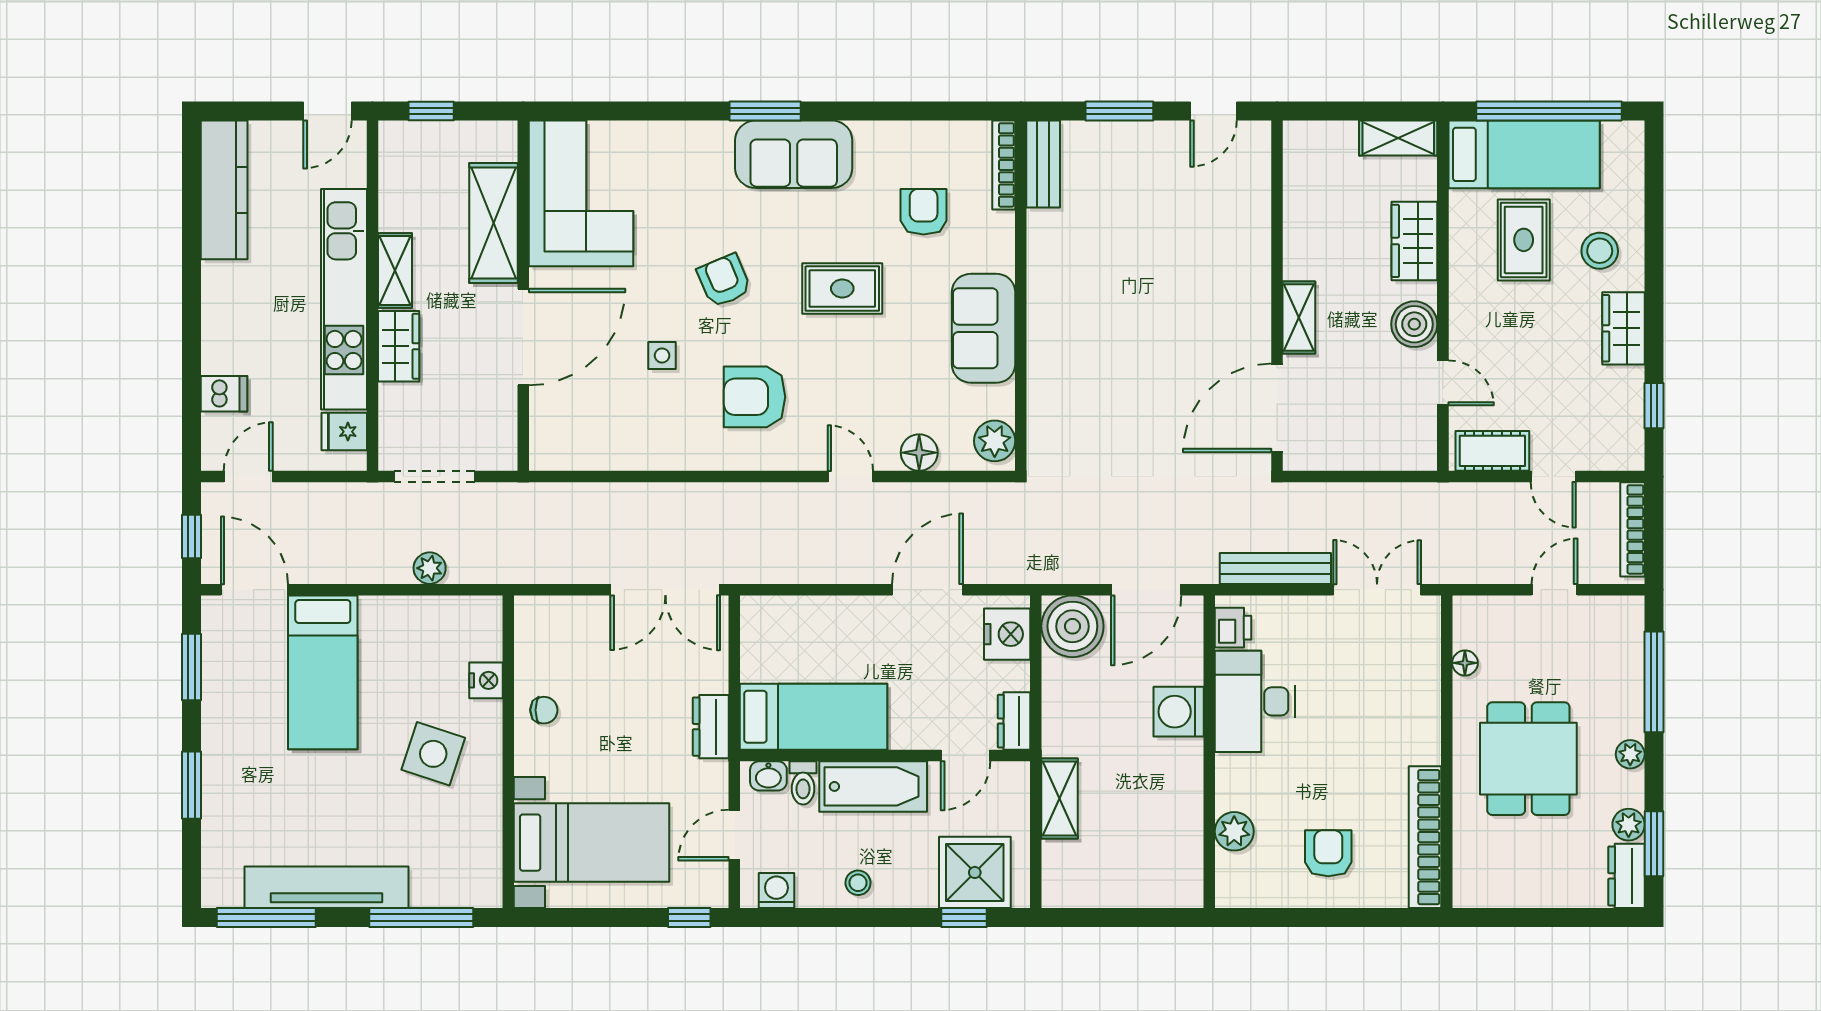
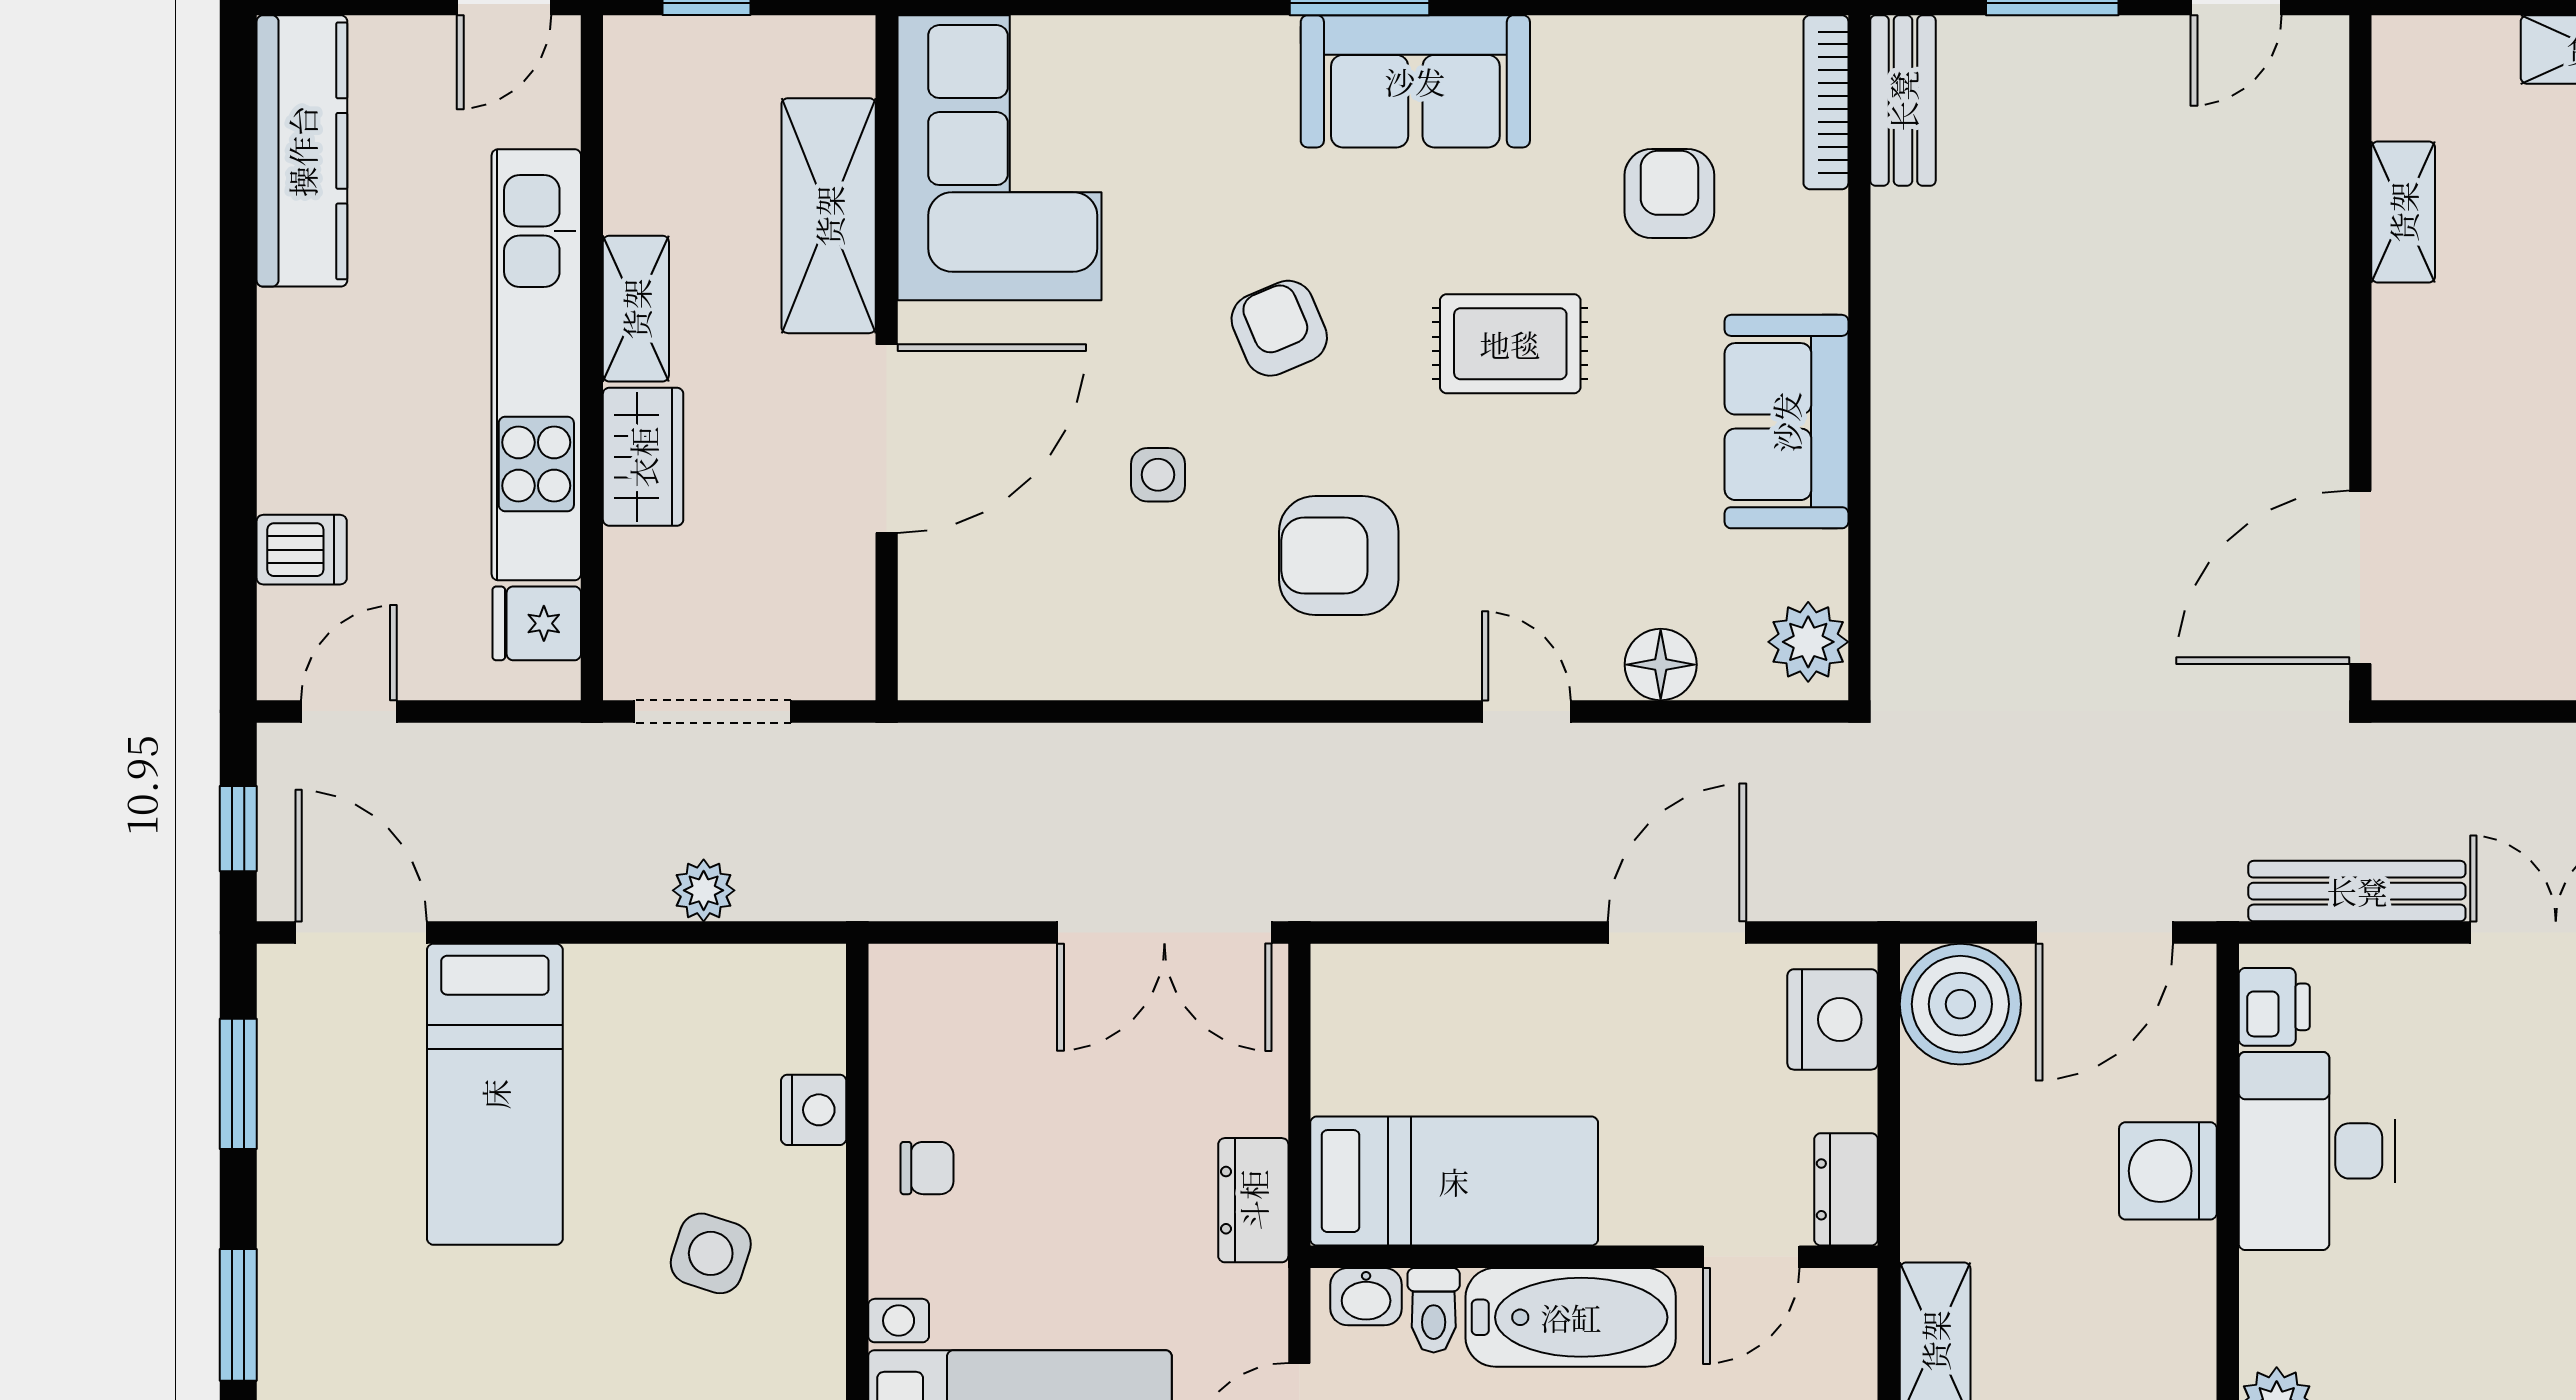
shelving: (1299, 317) -> (2403, 212), moved
side table: (433, 754) -> (711, 1253), width x0.73, depth x0.73

